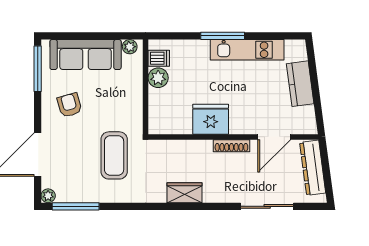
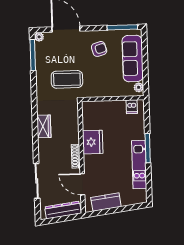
plant: (158, 78) -> (119, 107), removed
kitchen counter: (300, 84) -> (106, 202), moved

